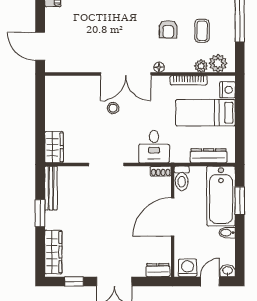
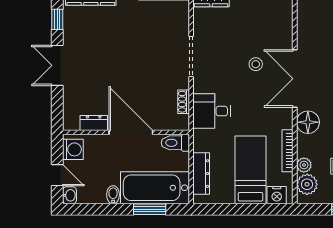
floor lamp: (159, 67) -> (308, 122), width x1.89, depth x1.89
shoe rack: (161, 171) -> (184, 102), moved
dresser: (158, 270) -> (94, 123), moved, turned -90

